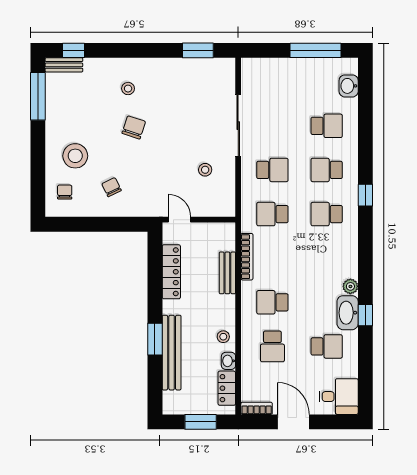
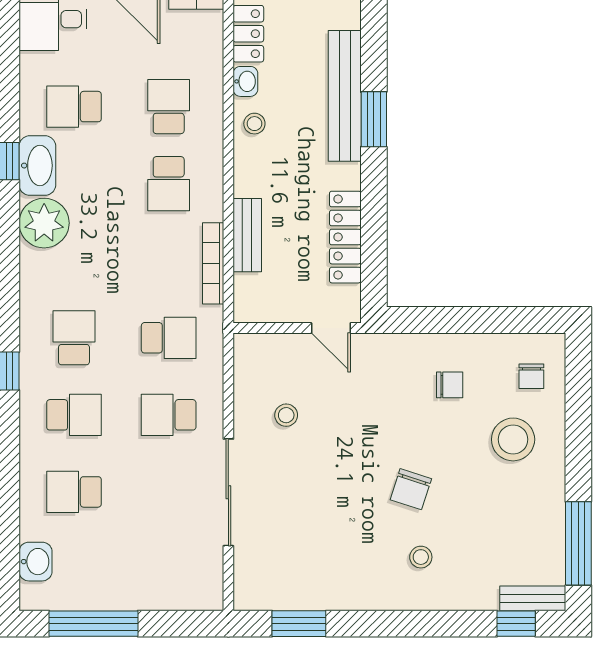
chair: (112, 187) -> (450, 385), turned -64
school desk: (327, 214) -> (74, 338), turned -90
plant: (350, 286) -> (44, 223), width x1.88, depth x1.88
school desk: (272, 302) -> (169, 184), turned 90

